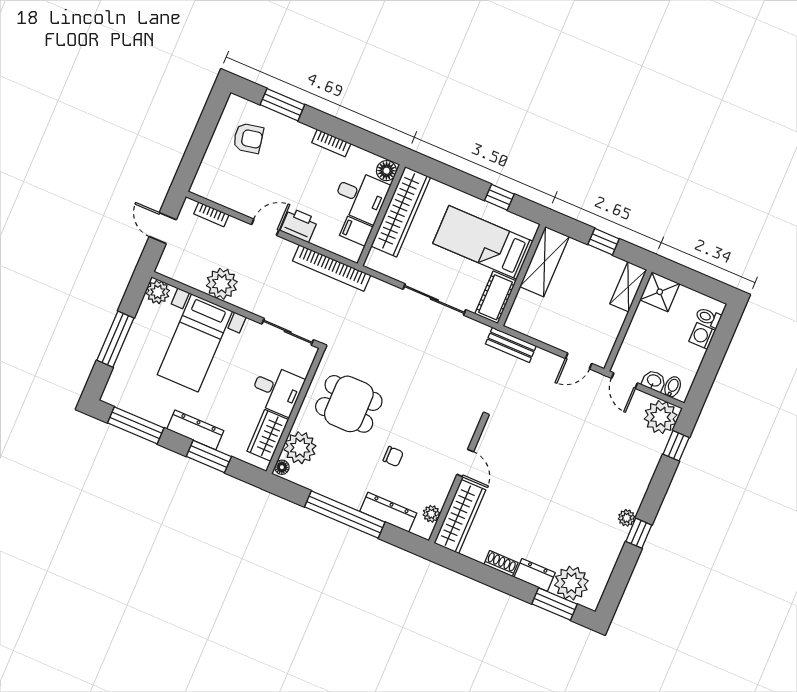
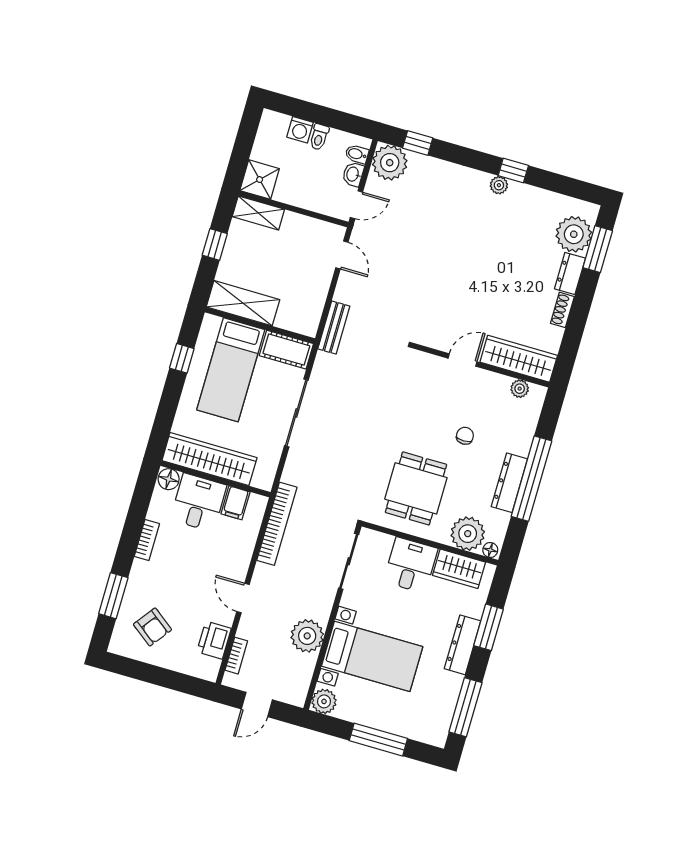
armchair: (248, 138) -> (152, 627), turned 138
printer: (299, 225) -> (214, 640), moved
toilet: (708, 317) -> (319, 137), moved
dresser: (388, 512) -> (509, 483), moved

